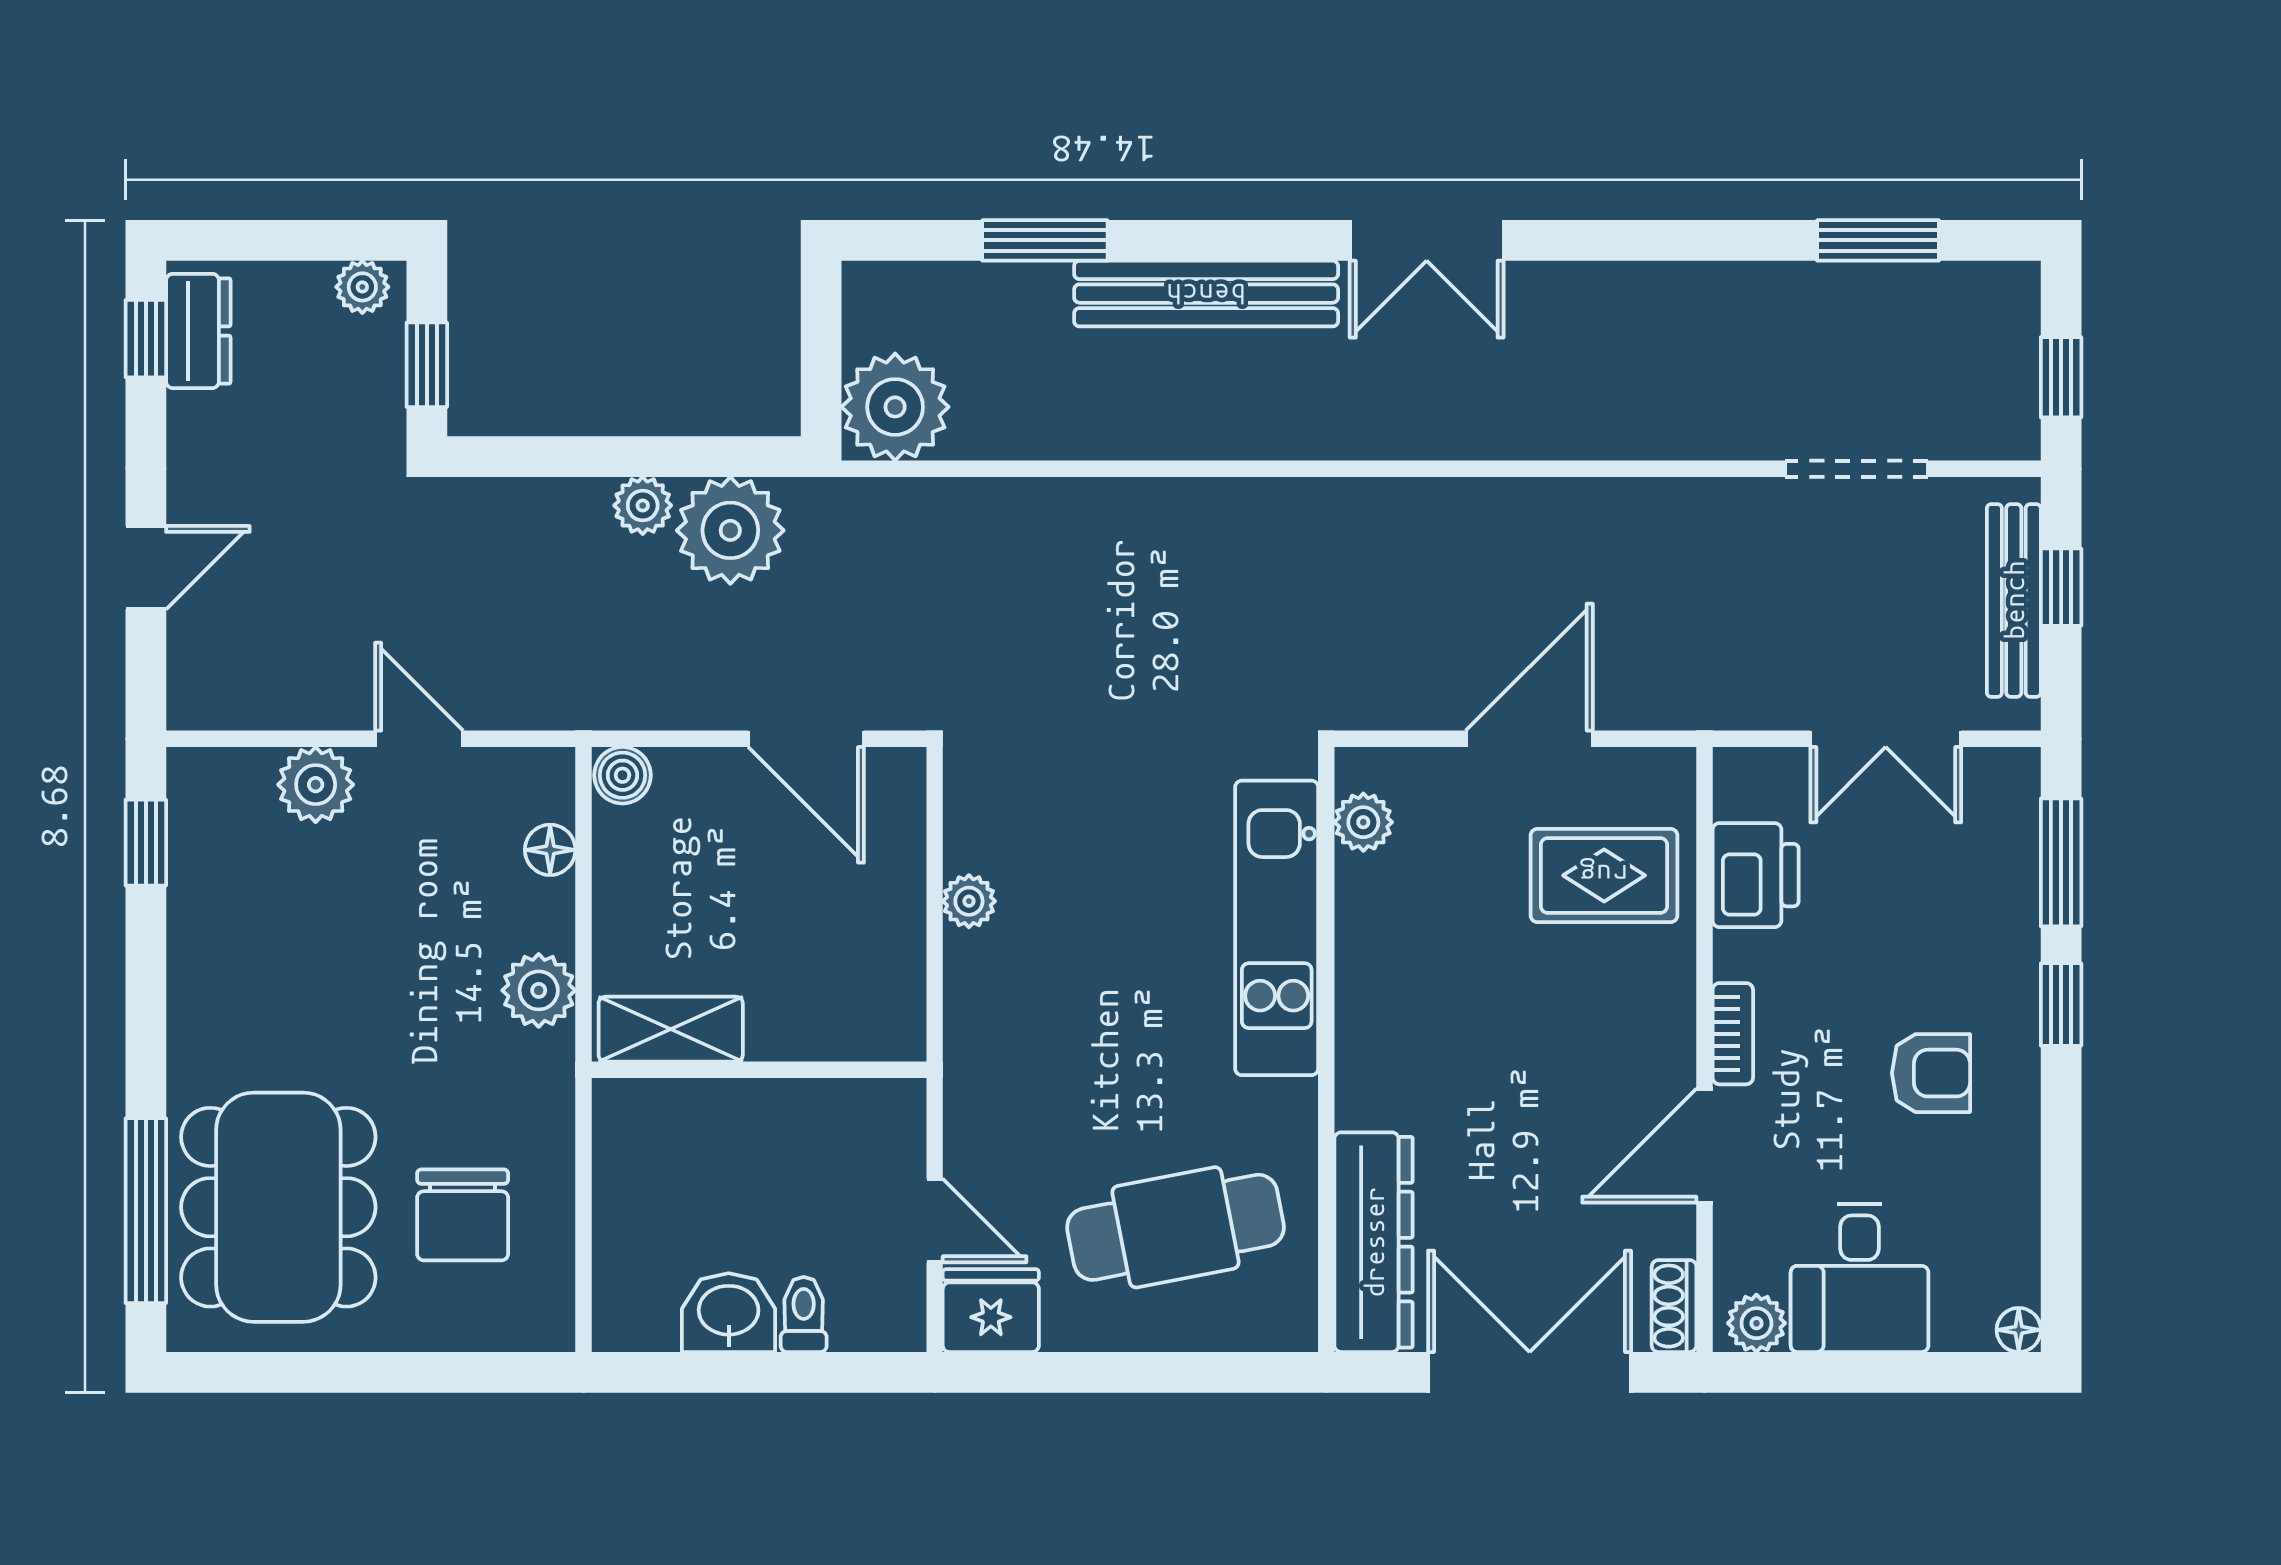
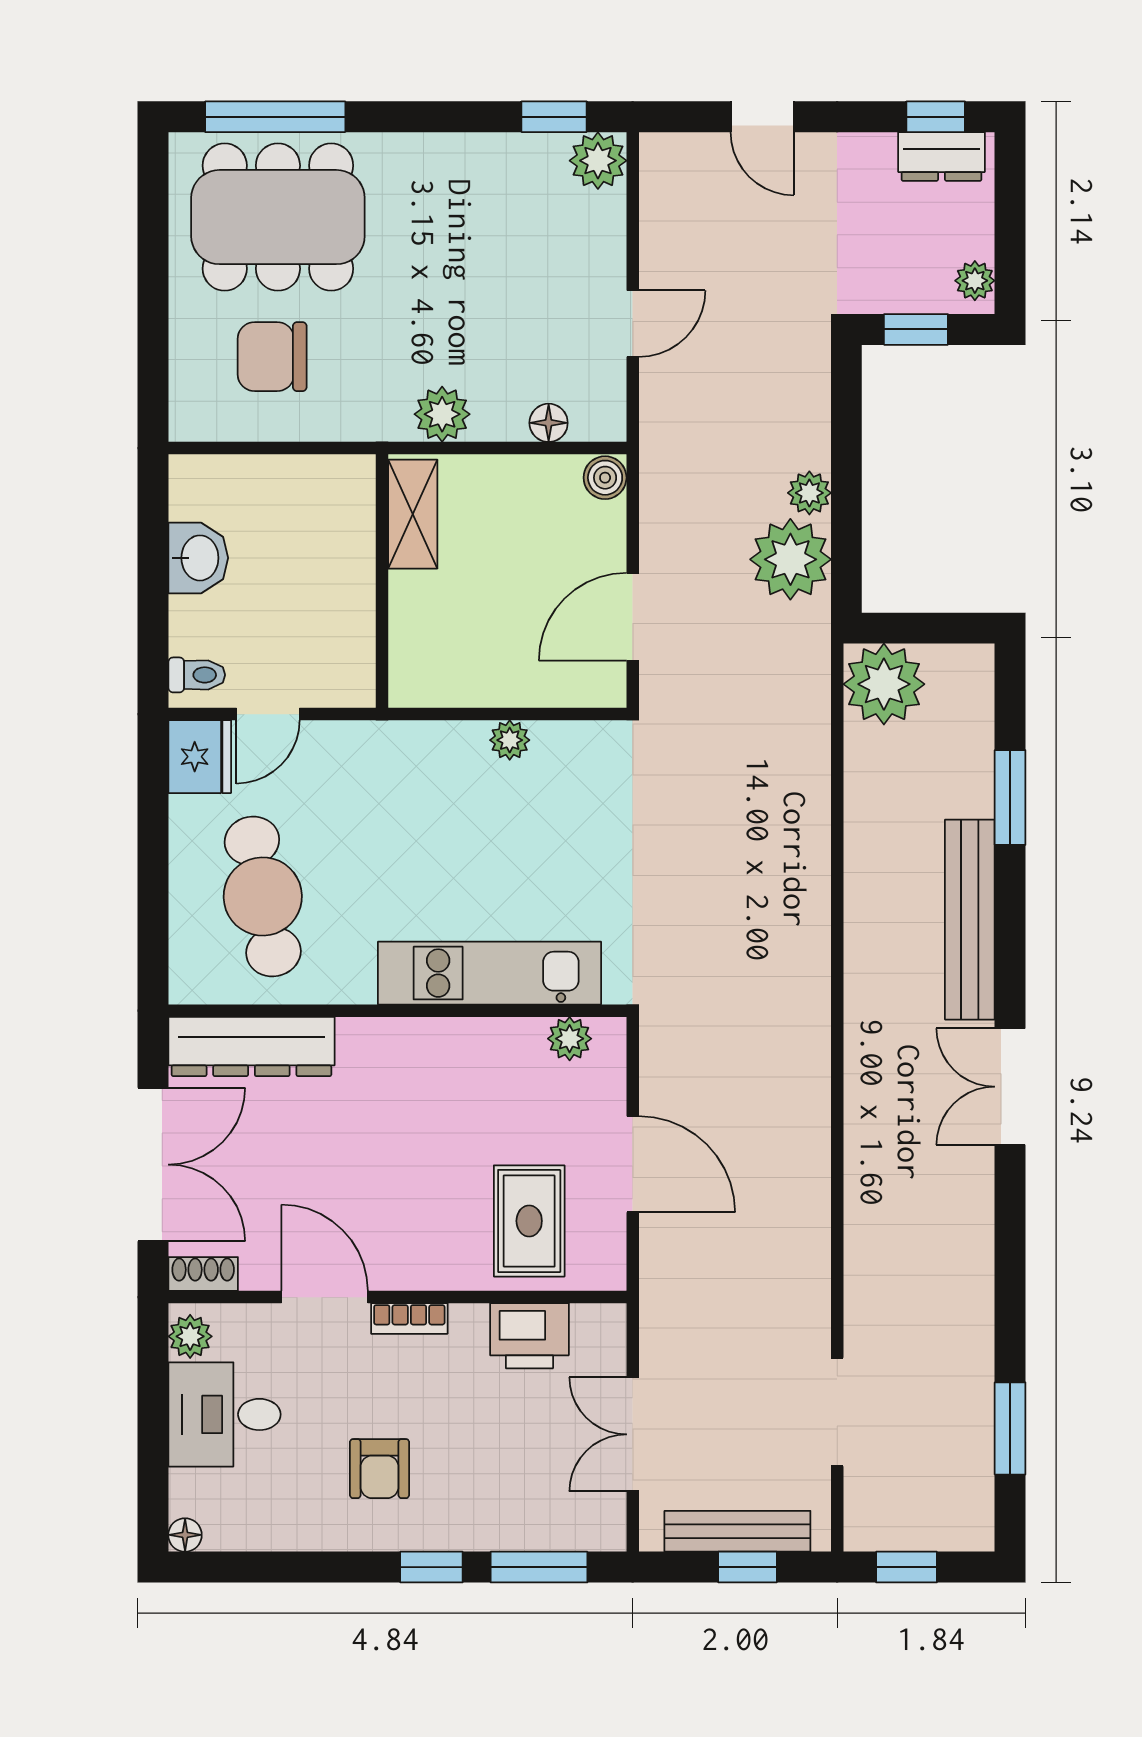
plant: (316, 785) -> (598, 161), moved
toilet: (804, 1314) -> (197, 675), moved

